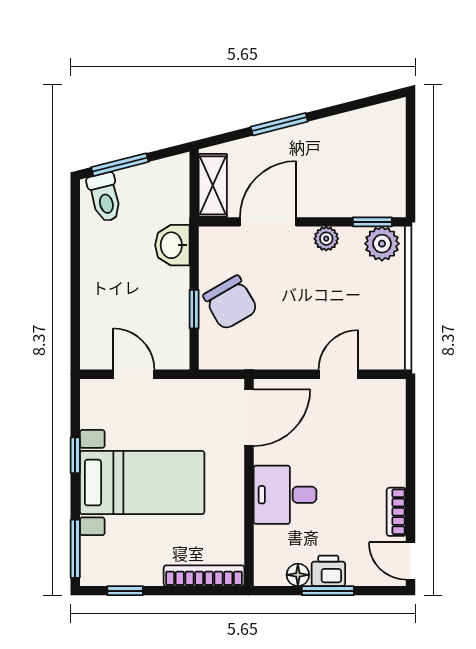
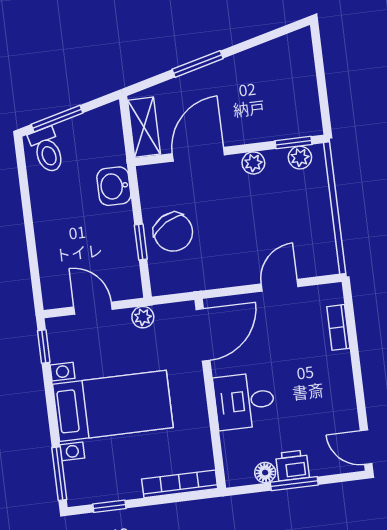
plant: (382, 244) -> (300, 158), width x0.73, depth x0.73
plant: (186, 391) -> (143, 317), added
window: (75, 455) -> (44, 346), moved
bookcase: (396, 512) -> (338, 327), moved

